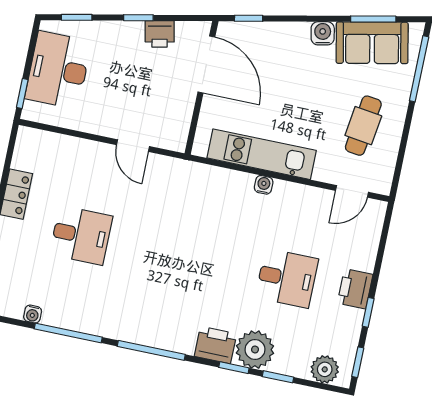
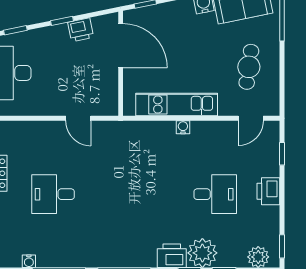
desk: (81, 235) -> (53, 194), turned 180
window: (368, 312) -> (282, 154), moved

